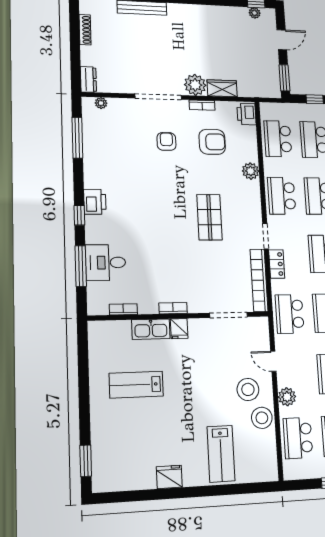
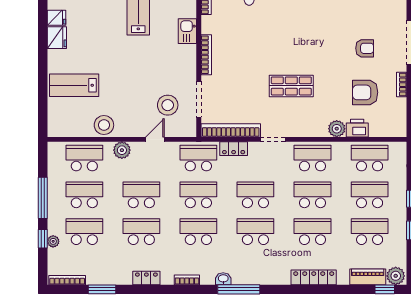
printer: (247, 114) -> (357, 128), moved
armchair: (212, 142) -> (365, 92), turned 90
locker: (277, 264) -> (234, 149), moved
bookcase: (173, 308) -> (206, 55), width x1.56
kitchen sink: (151, 329) -> (187, 31), width x0.73
fridge: (179, 329) -> (56, 18), moved, turned 180
stool: (248, 389) -> (168, 105), moved

